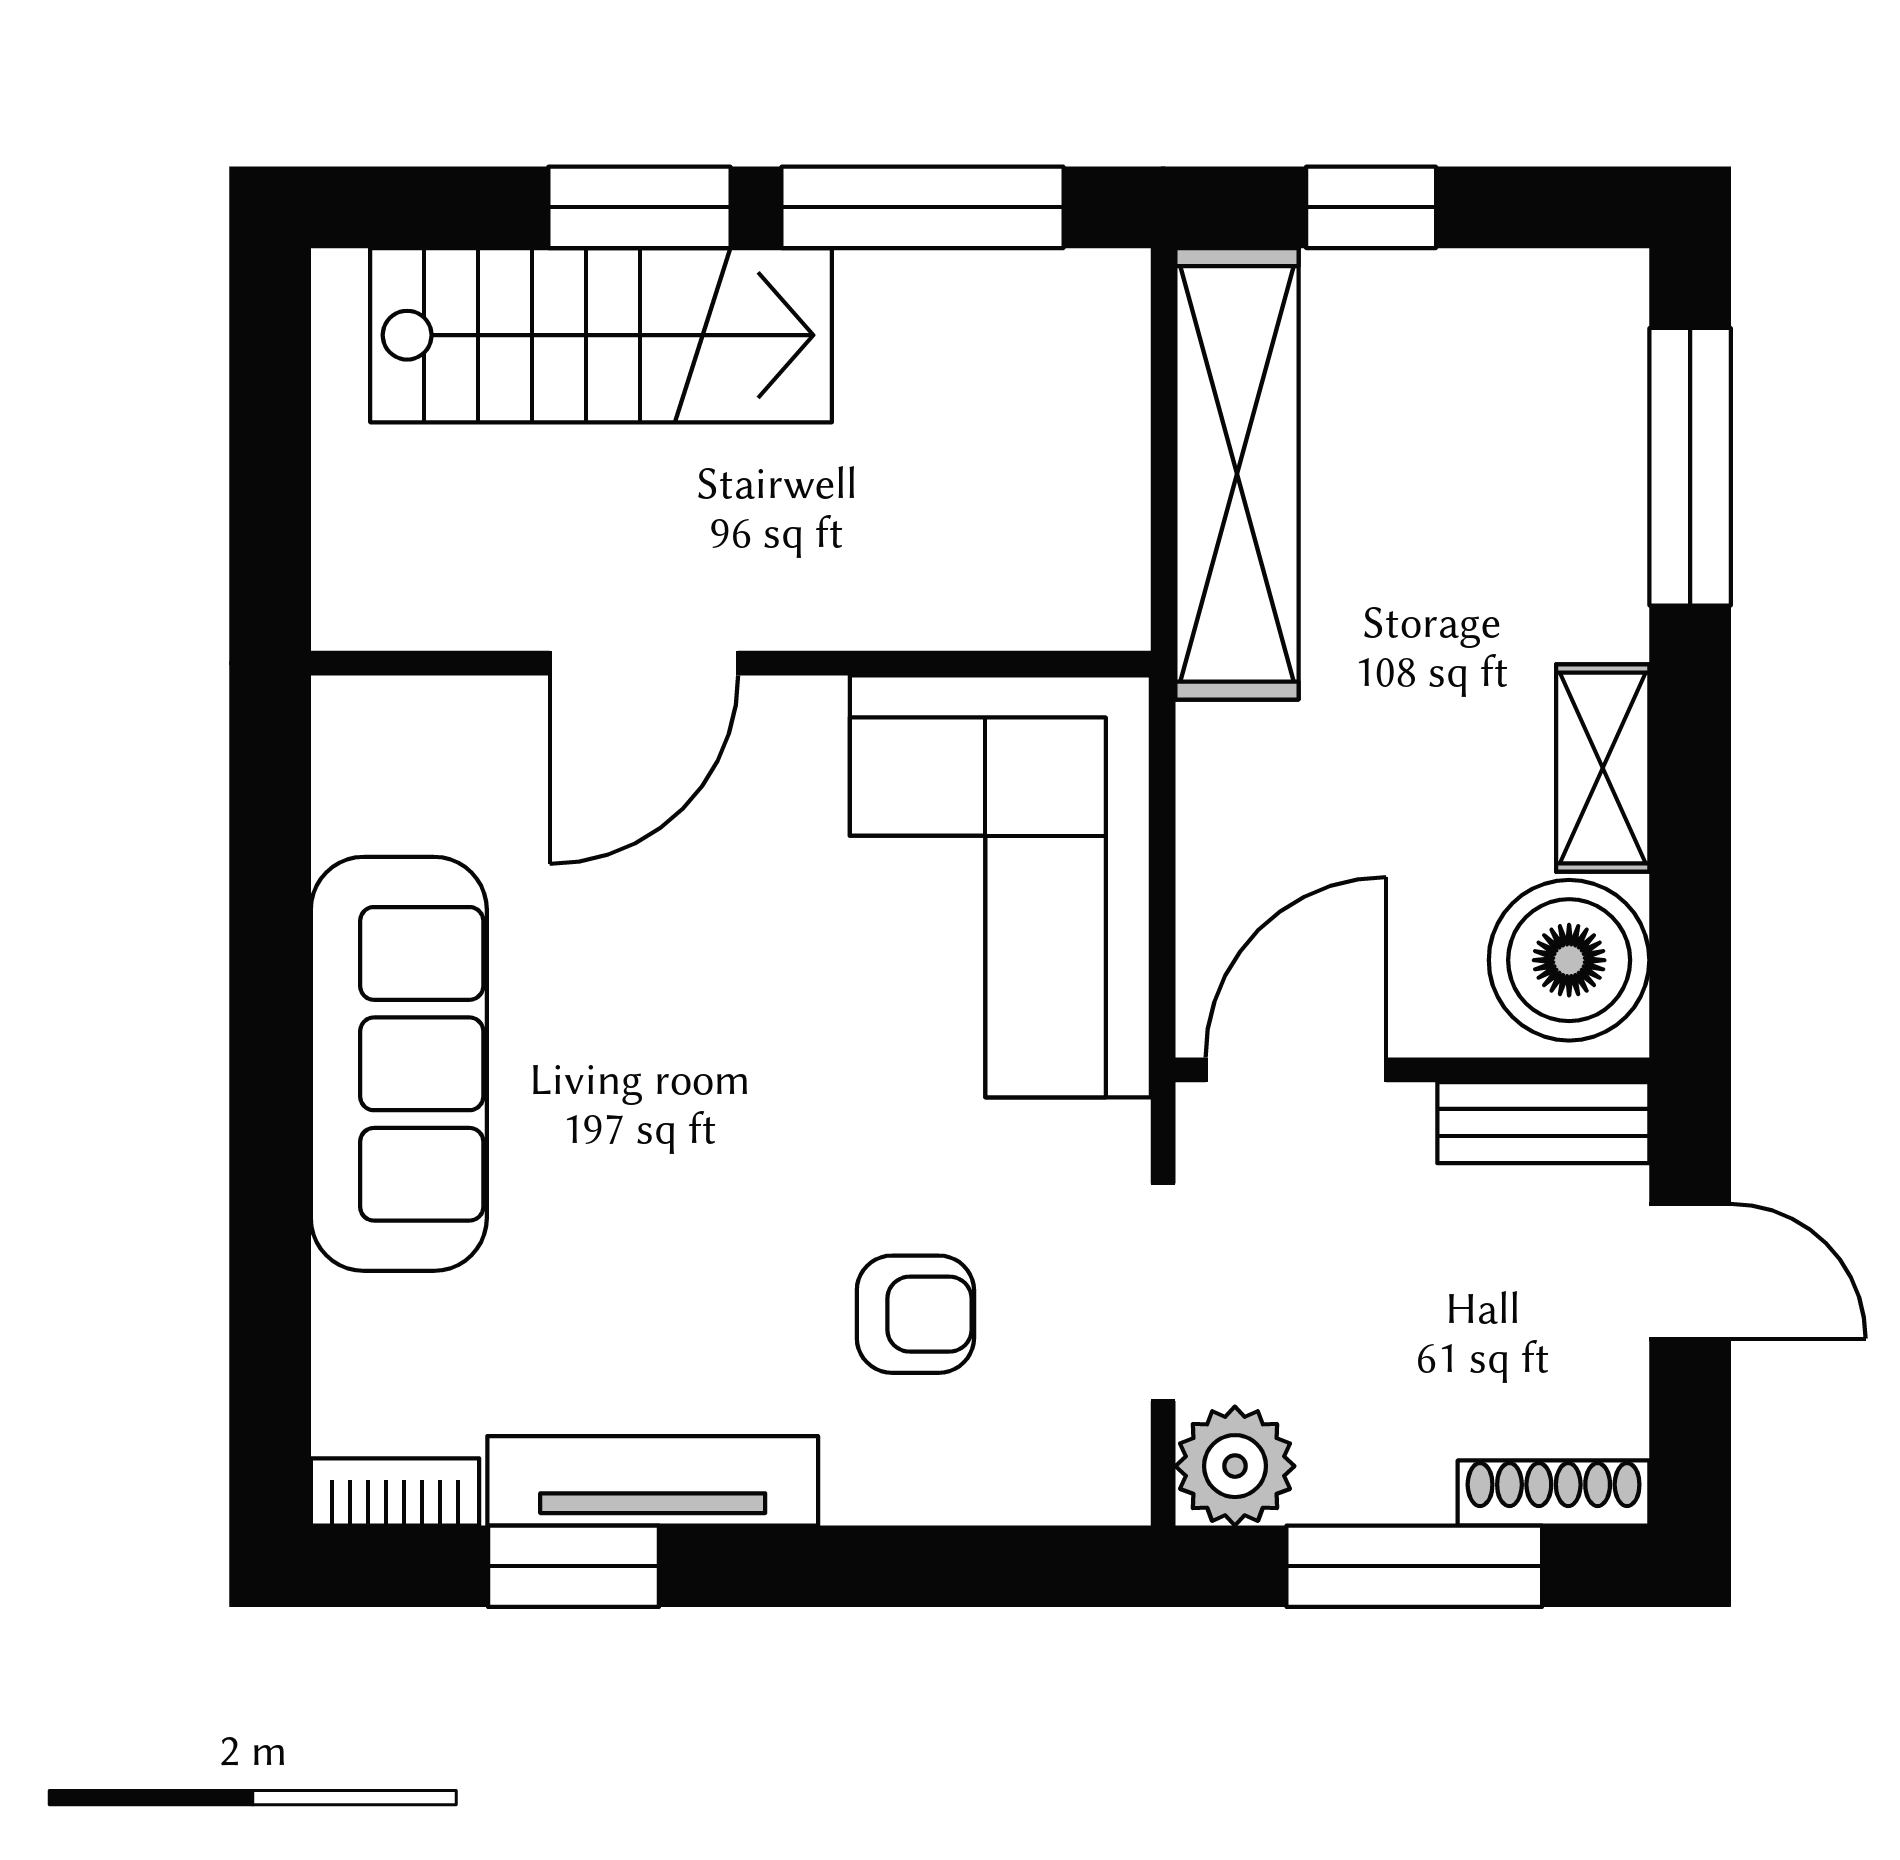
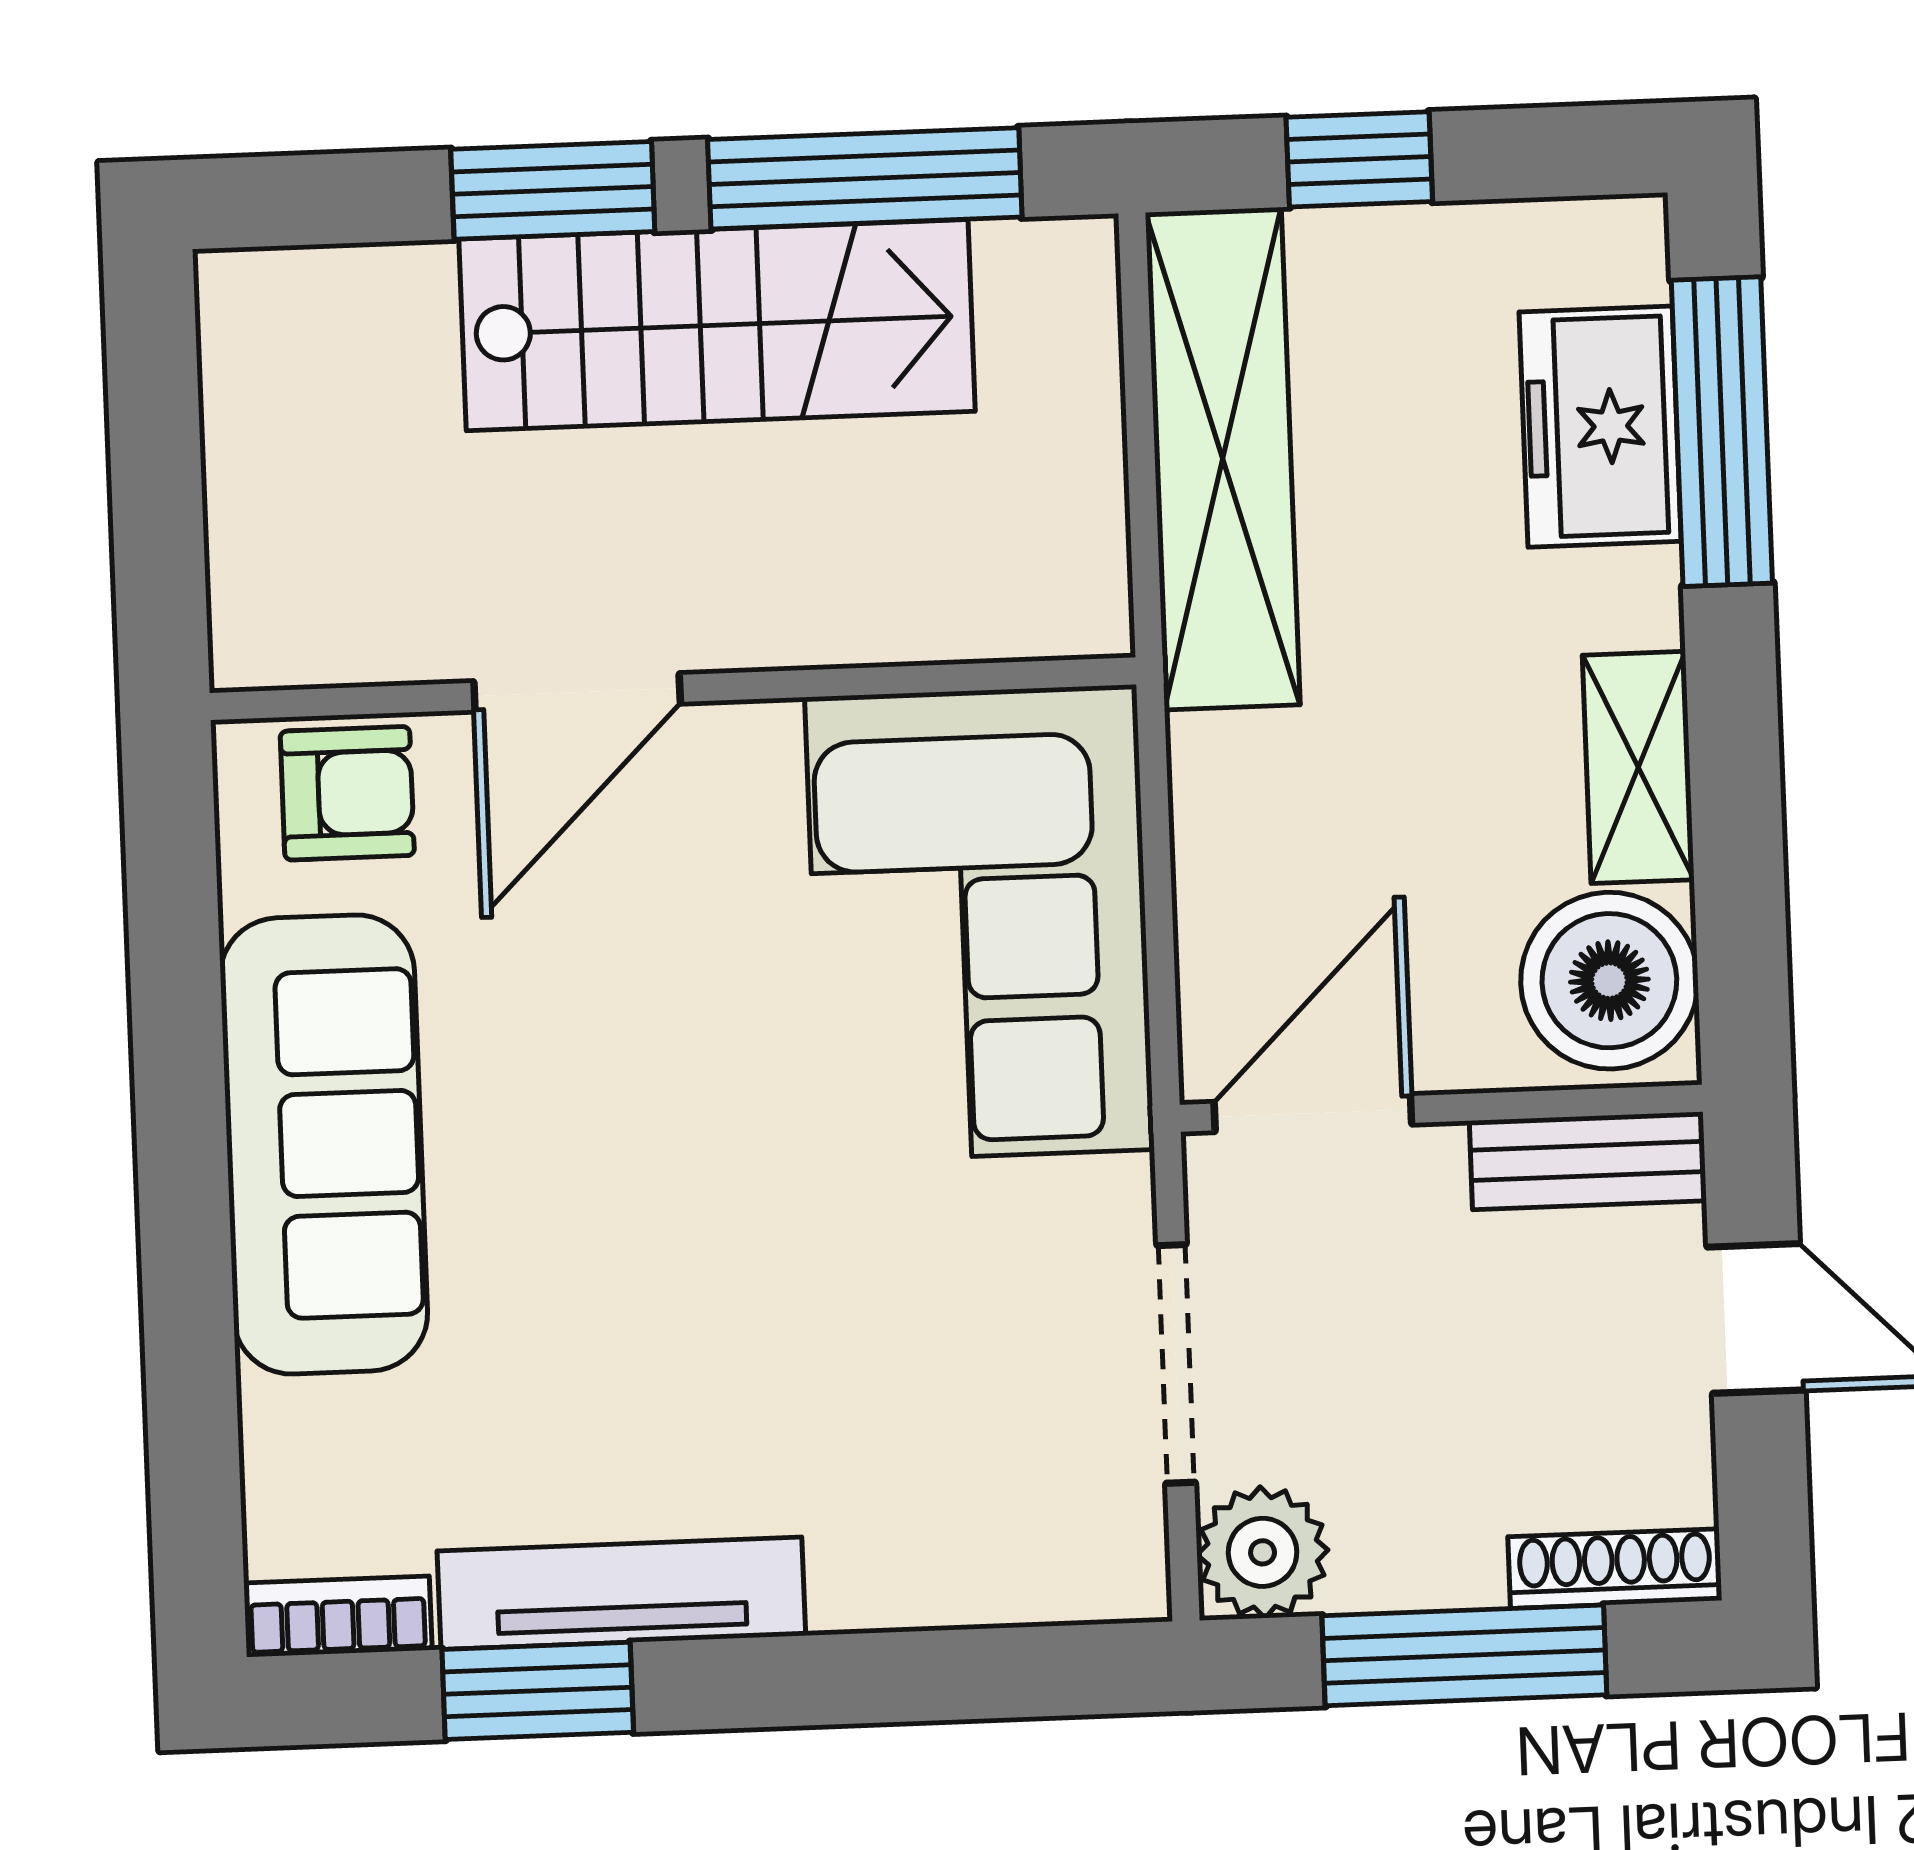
stairs: (601, 335) -> (717, 325), moved
freezer: (1580, 458) -> (1600, 427), added
armchair: (915, 1314) -> (347, 793), moved

